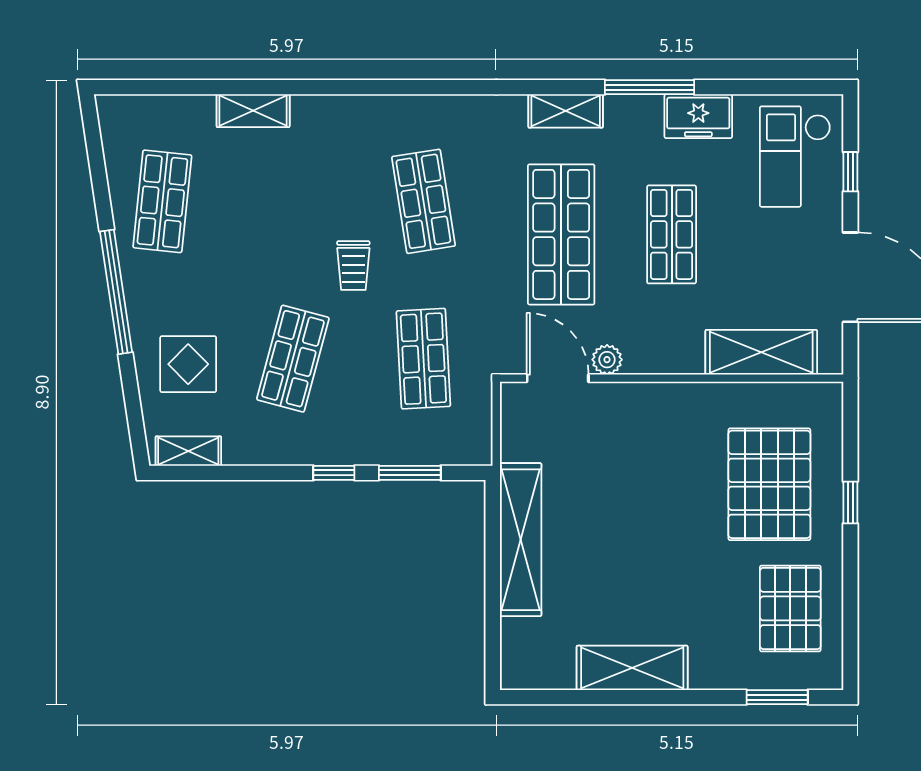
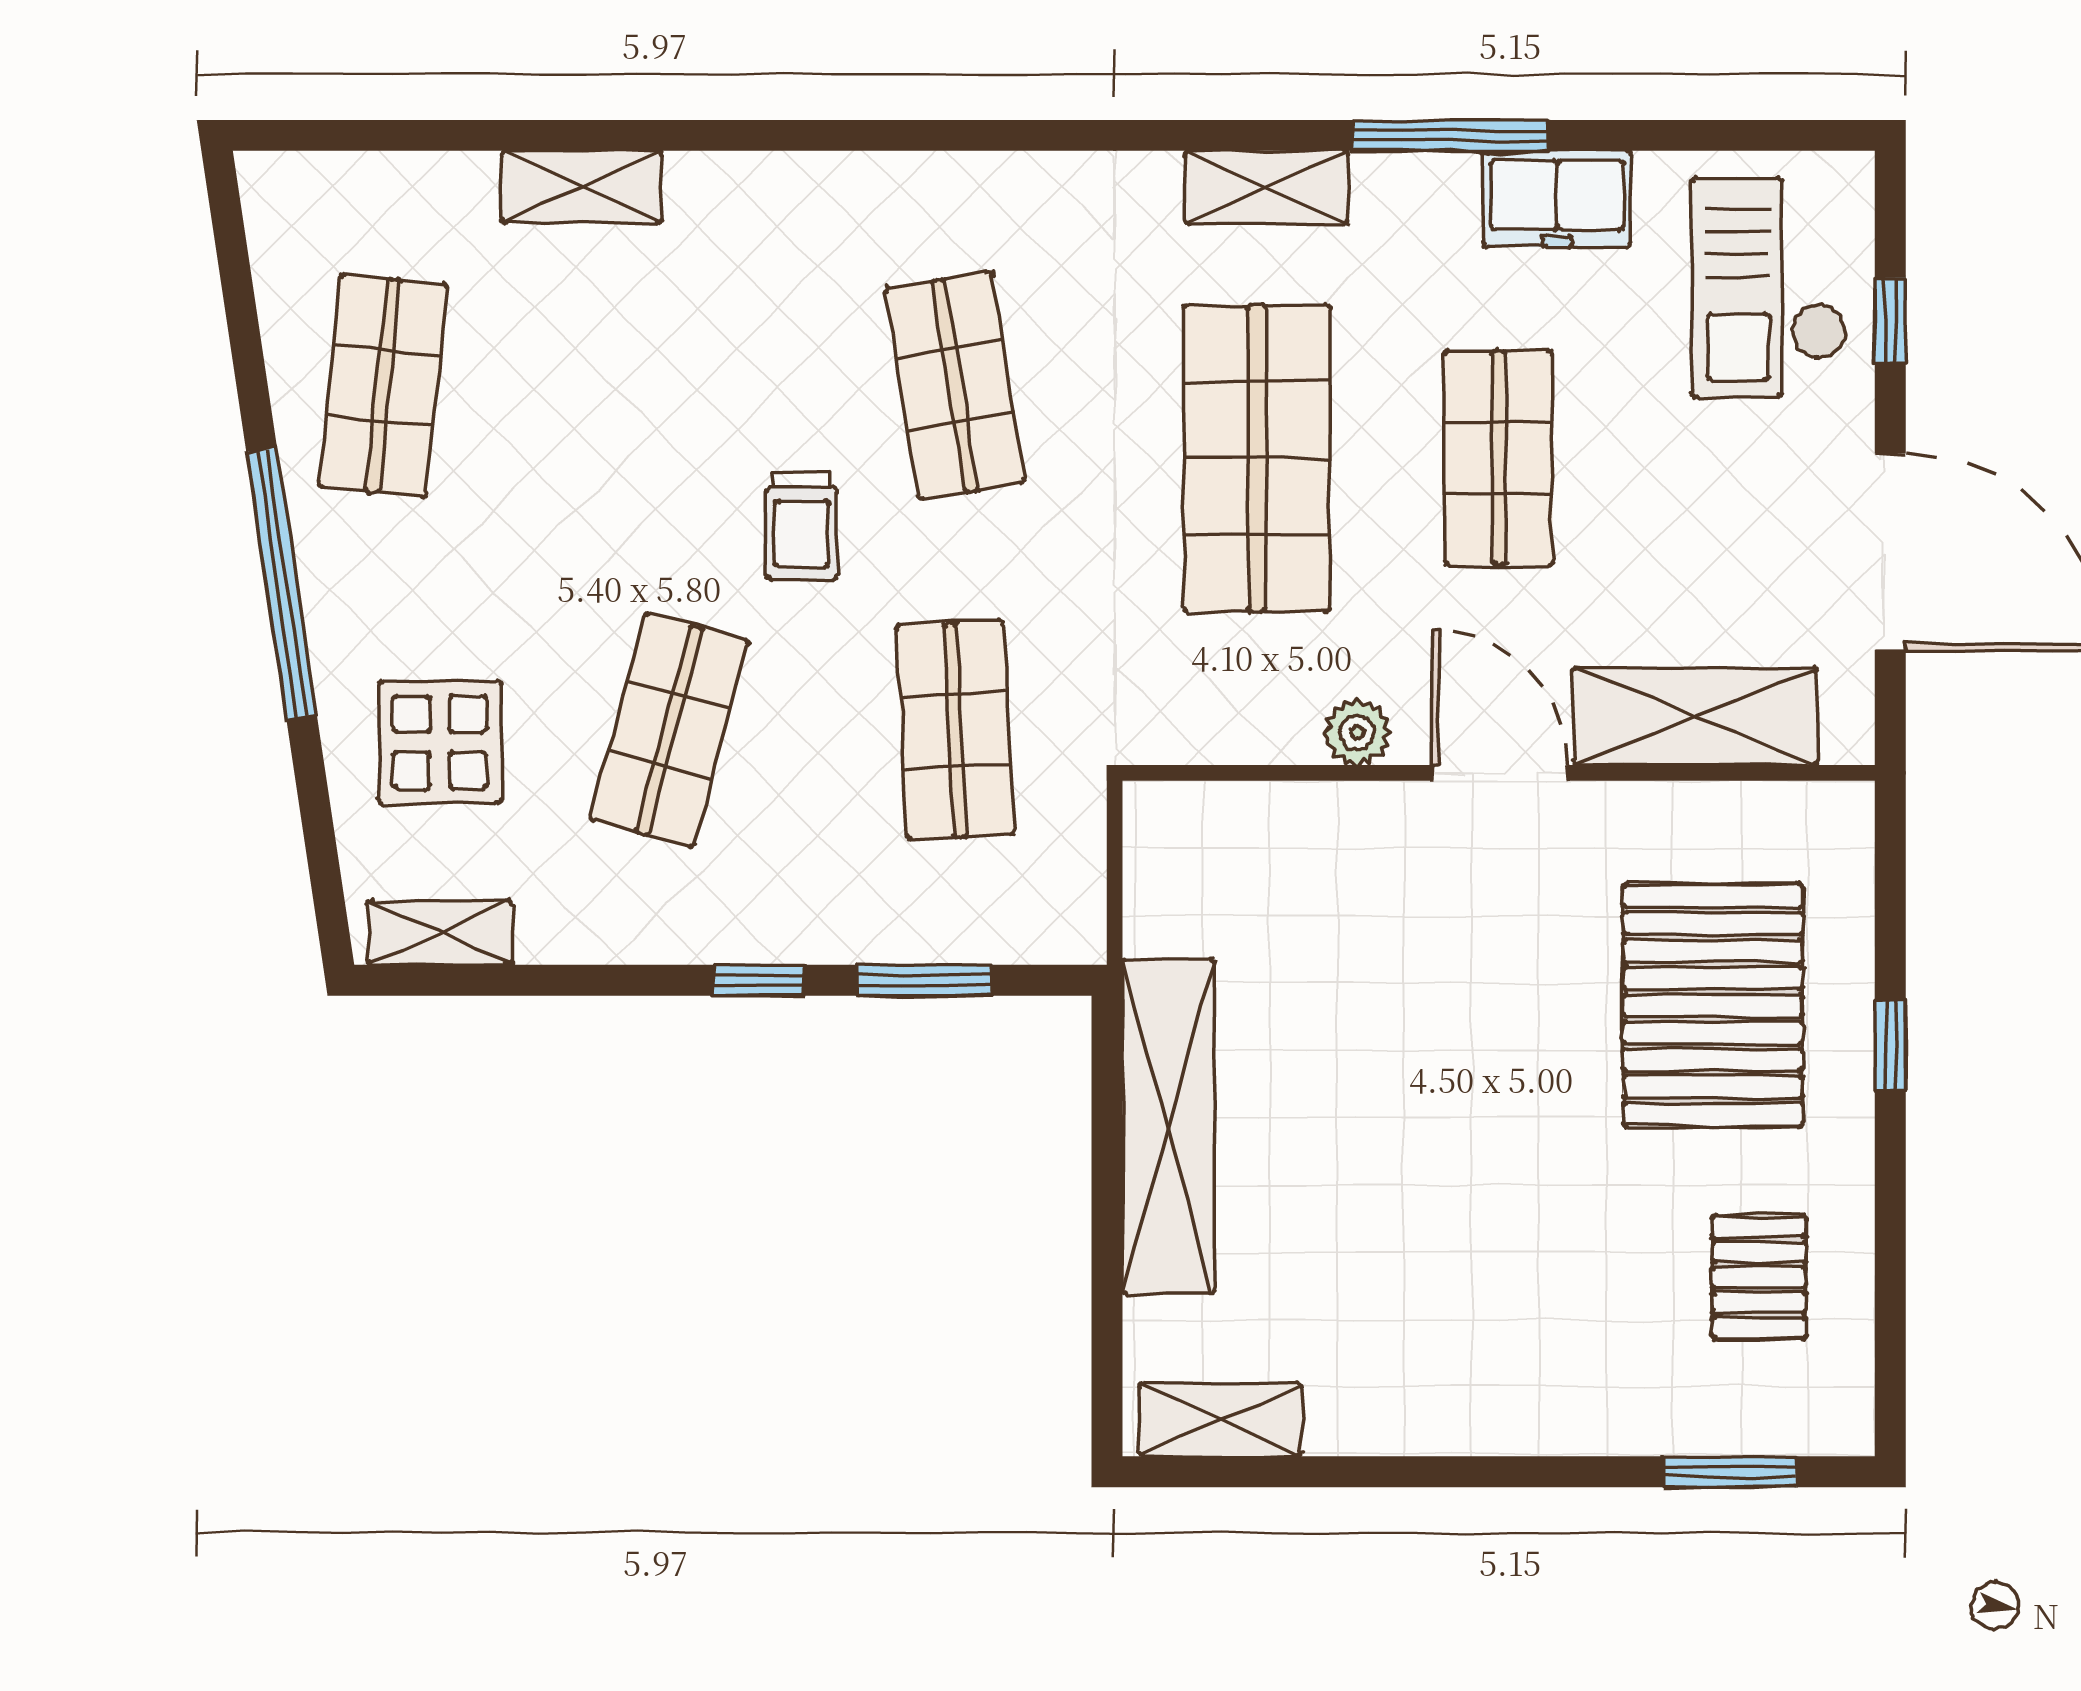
door: (558, 378) -> (1500, 773), moved
pallet: (790, 608) -> (1759, 1277), width x0.67, depth x0.71
shelving: (632, 668) -> (1221, 1420), moved, width x0.67, depth x0.75

